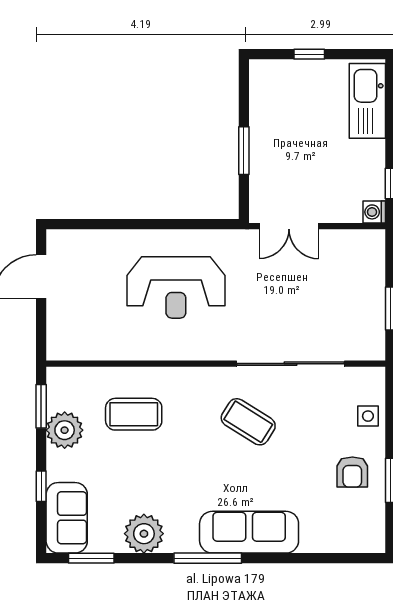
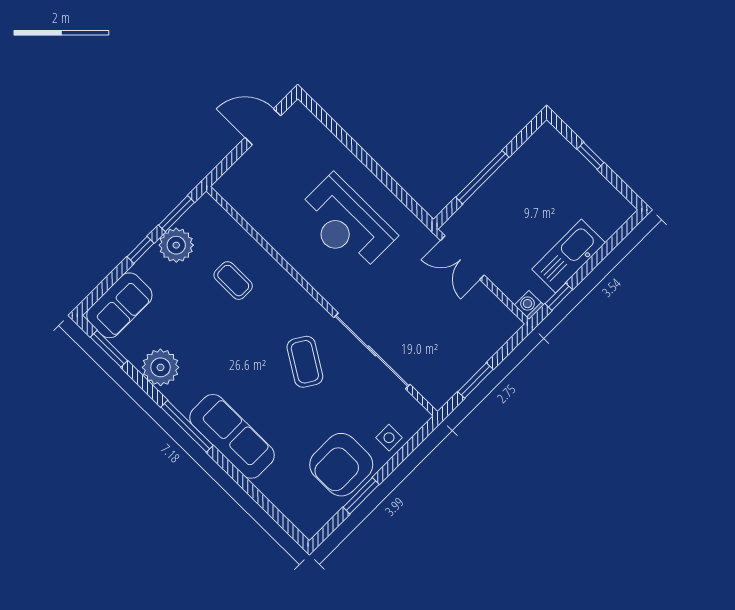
kitchen sink: (367, 101) -> (569, 256), moved
window: (244, 151) -> (482, 177), width x1.44
coffee table: (134, 414) -> (233, 281), width x0.73, depth x0.77
armchair: (352, 472) -> (341, 465), width x1.88, depth x1.88
window: (41, 486) -> (141, 250), moved

